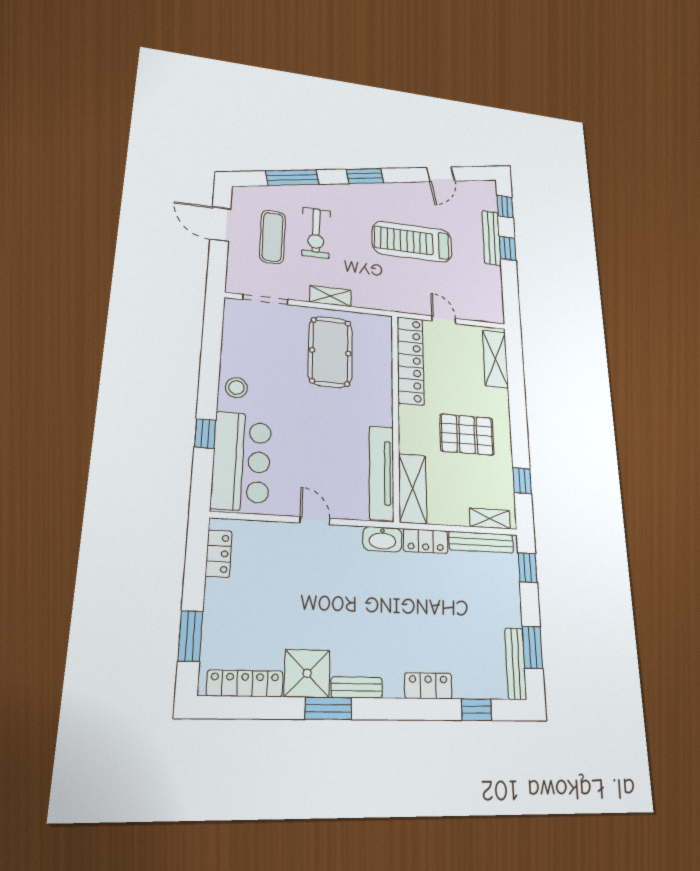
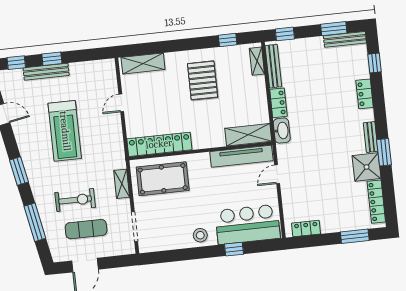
locker: (410, 361) -> (159, 144), moved
wall: (396, 415) -> (200, 151), moved
tv unit: (381, 473) -> (241, 156), moved
shelving: (413, 489) -> (248, 135), moved

